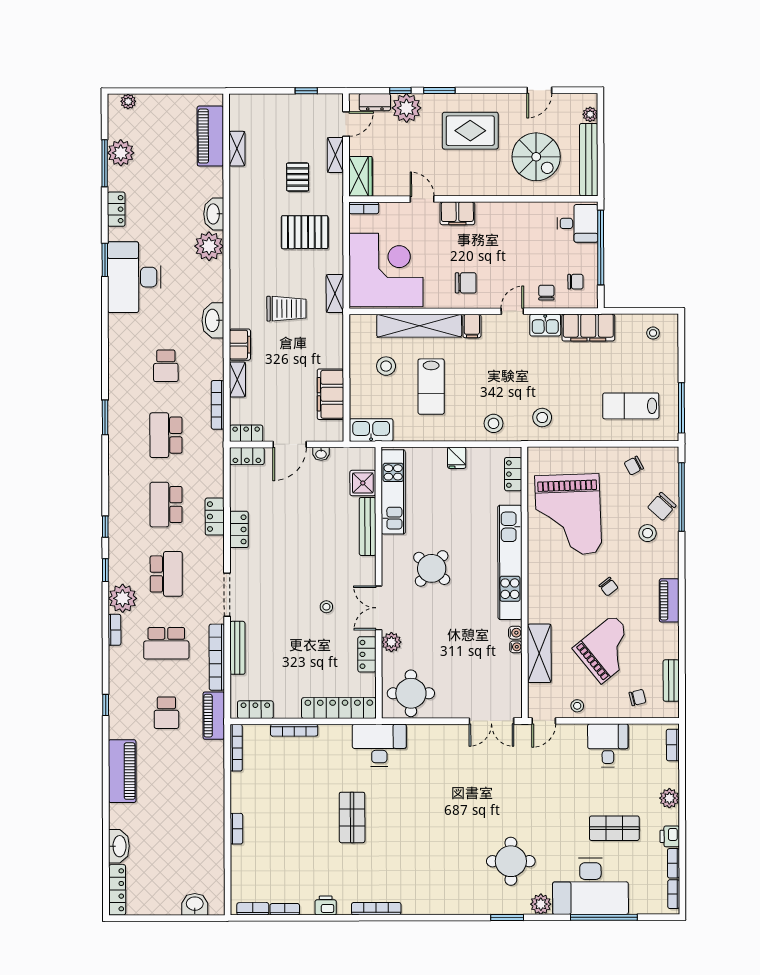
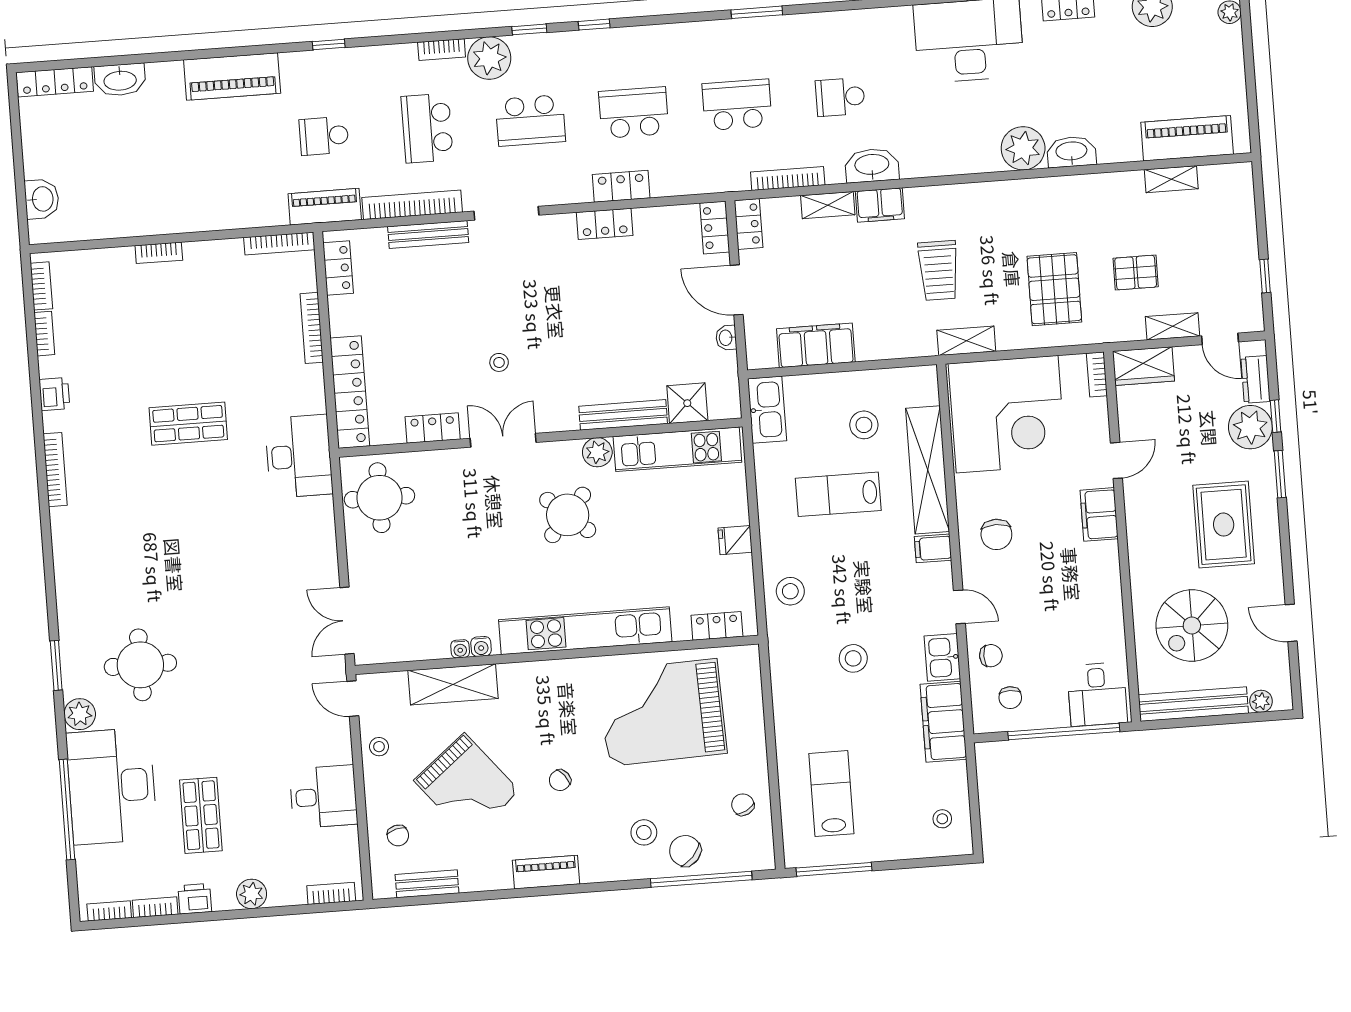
washbasin: (213, 320) -> (872, 165), moved
stool: (542, 418) -> (853, 658), moved
plant: (391, 642) -> (597, 452), moved

